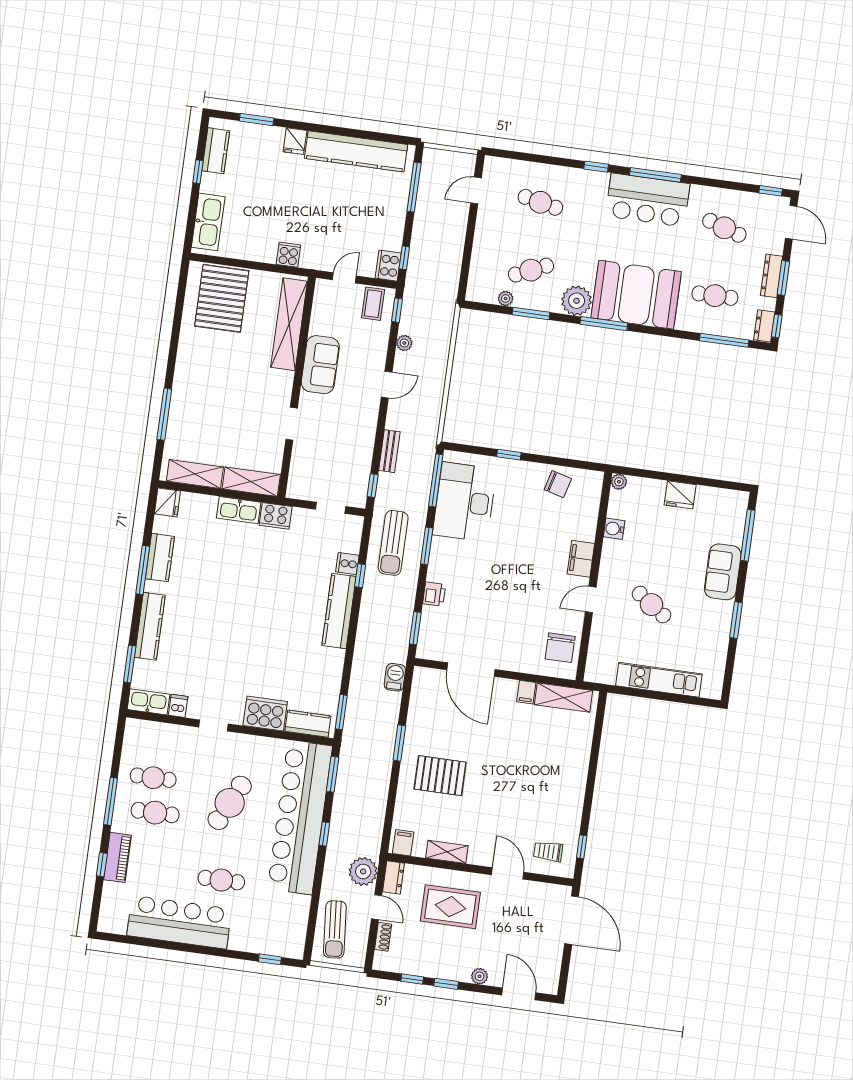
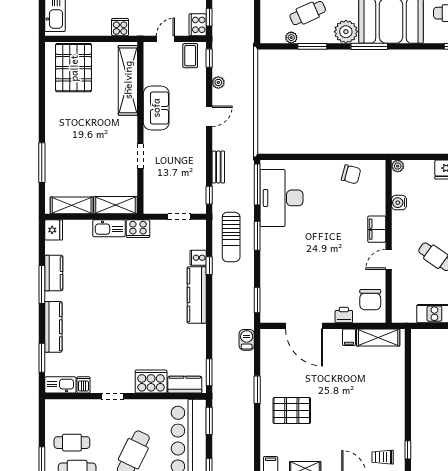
window: (509, 455) -> (310, 157), removed
printer: (434, 594) -> (344, 315), moved, turned -90

